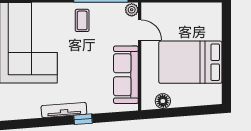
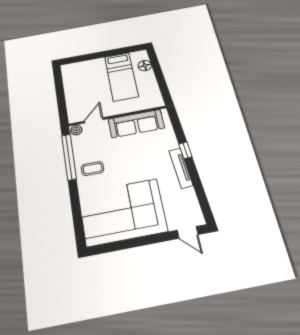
bed: (190, 62) -> (121, 77), width x0.67
floor lamp: (163, 101) -> (145, 66), moved

